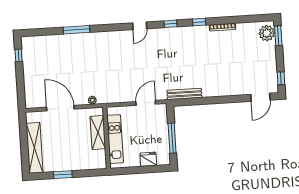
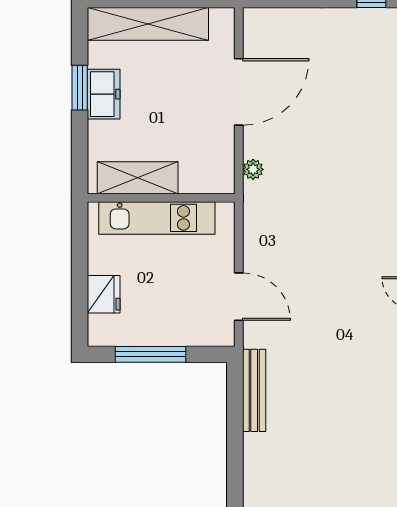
shelving: (98, 133) -> (138, 178), moved
freezer: (65, 164) -> (104, 94), added

